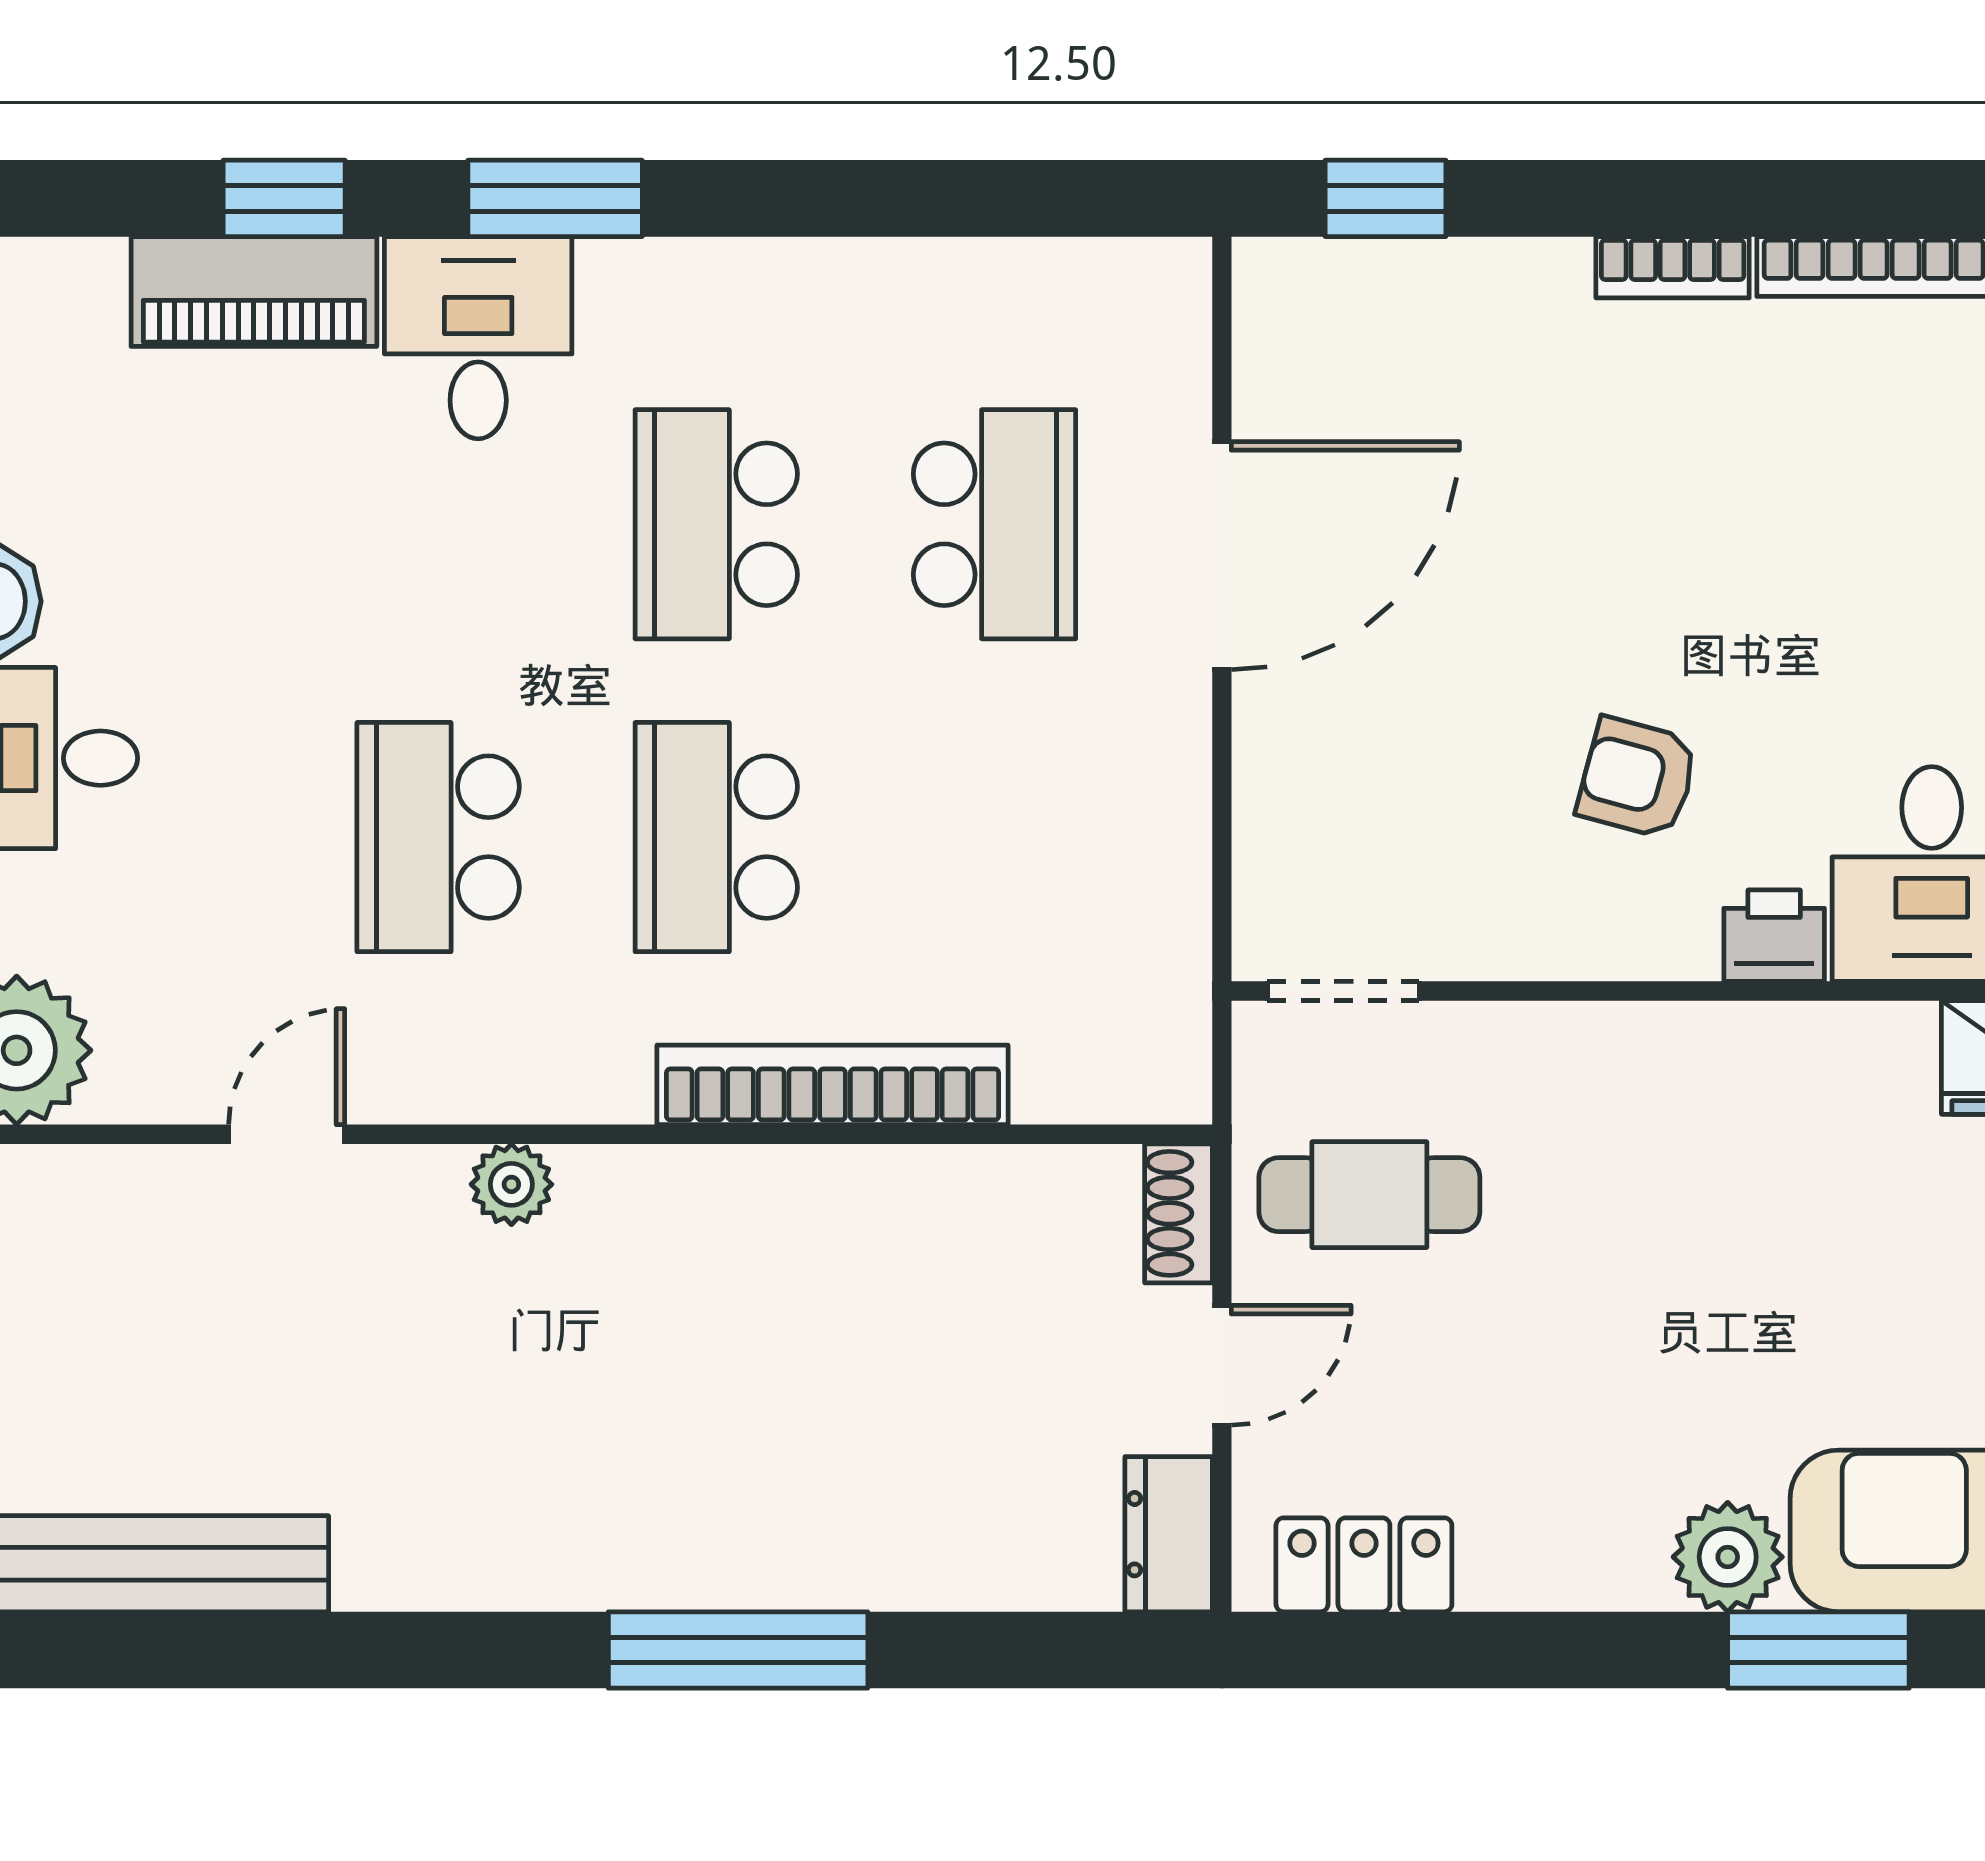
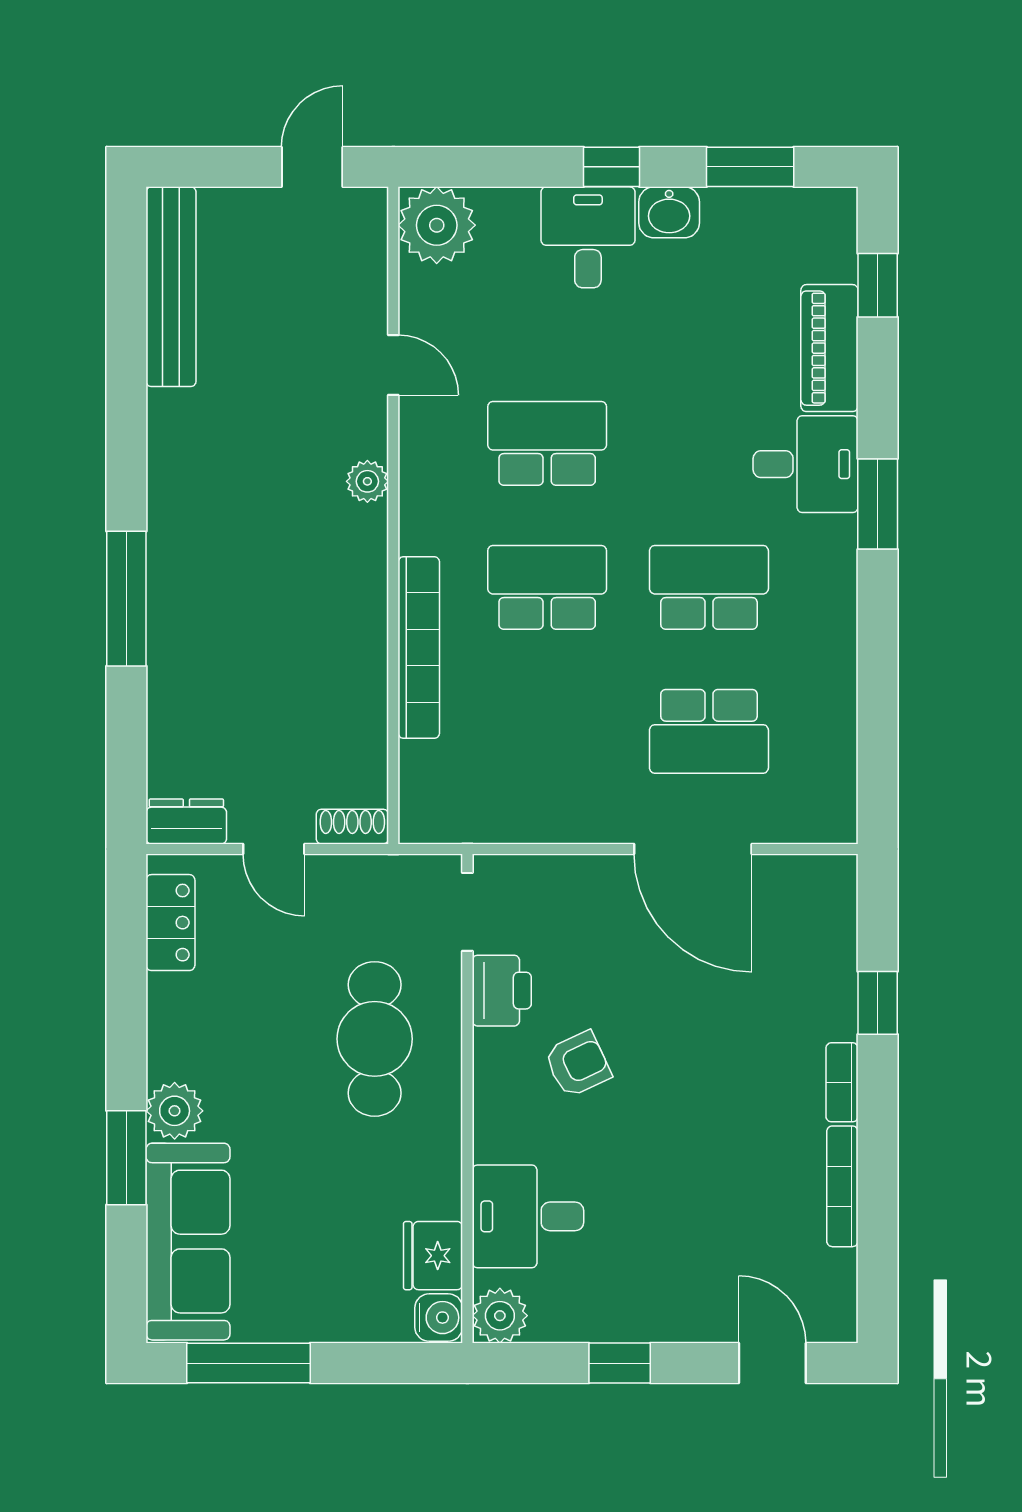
window: (284, 198) -> (878, 285), moved
window: (1386, 198) -> (878, 1003), moved
armchair: (1637, 778) -> (578, 1064), turned 50
printer: (1774, 936) -> (502, 991), moved, width x1.36, depth x1.24
cafe table: (1369, 1195) -> (375, 1039), moved, width x1.37, depth x1.35

